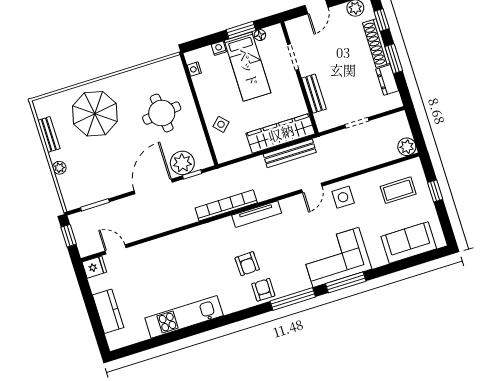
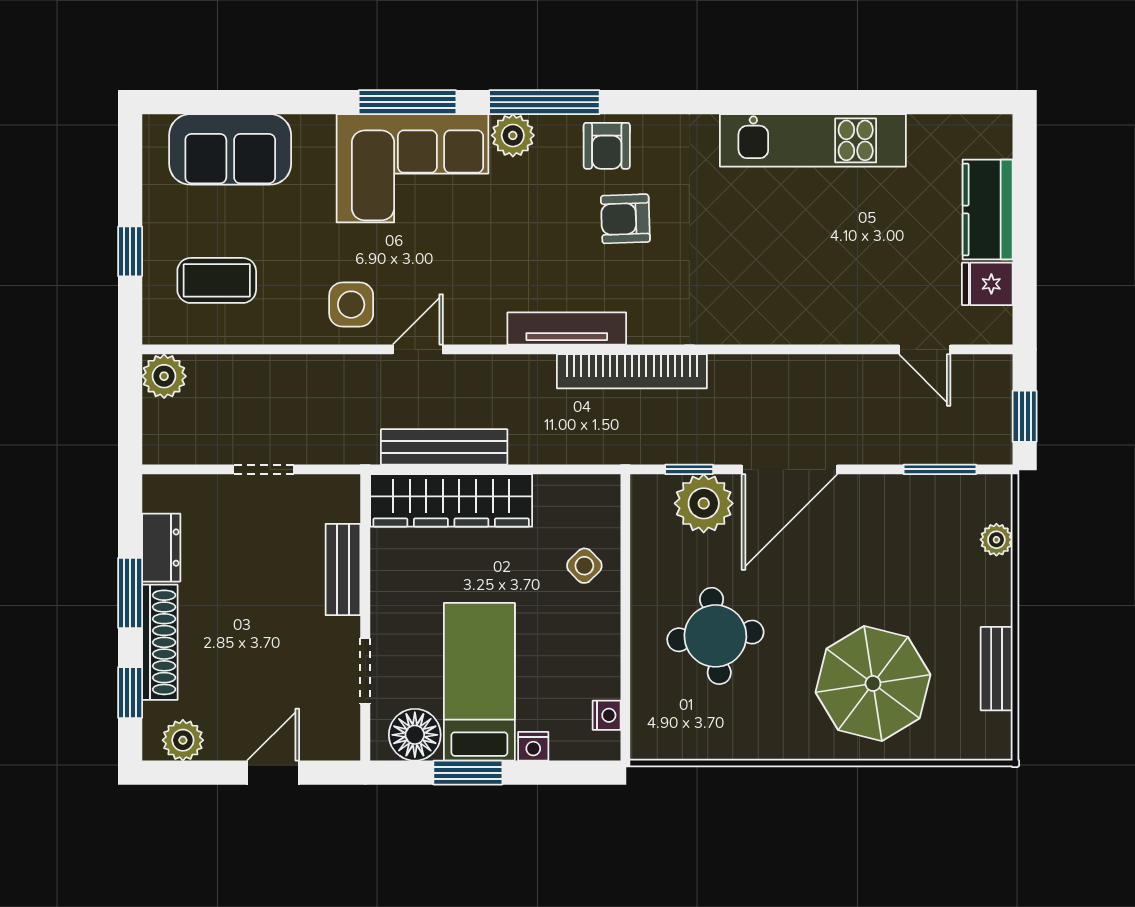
floor lamp: (260, 35) -> (415, 735), width x1.89, depth x1.89
plant: (59, 168) -> (996, 540), moved
armchair: (247, 264) -> (625, 219), turned -90
fridge: (94, 267) -> (987, 284), moved
plant: (301, 282) -> (513, 135), added

